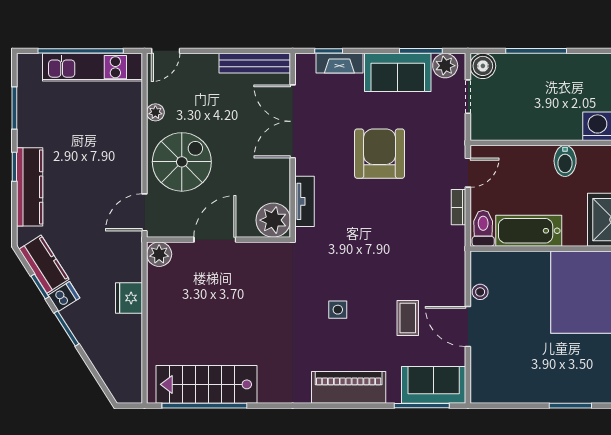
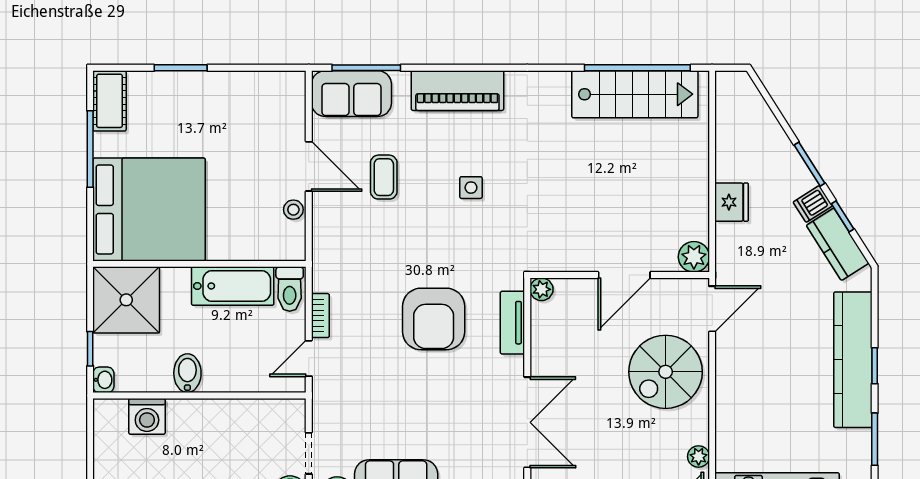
plant: (155, 112) -> (699, 456), moved
armchair: (380, 154) -> (434, 319), moved
kitchen counter: (30, 187) -> (853, 360), width x1.39, depth x1.17
plant: (273, 220) -> (541, 289), width x0.53, depth x0.53

